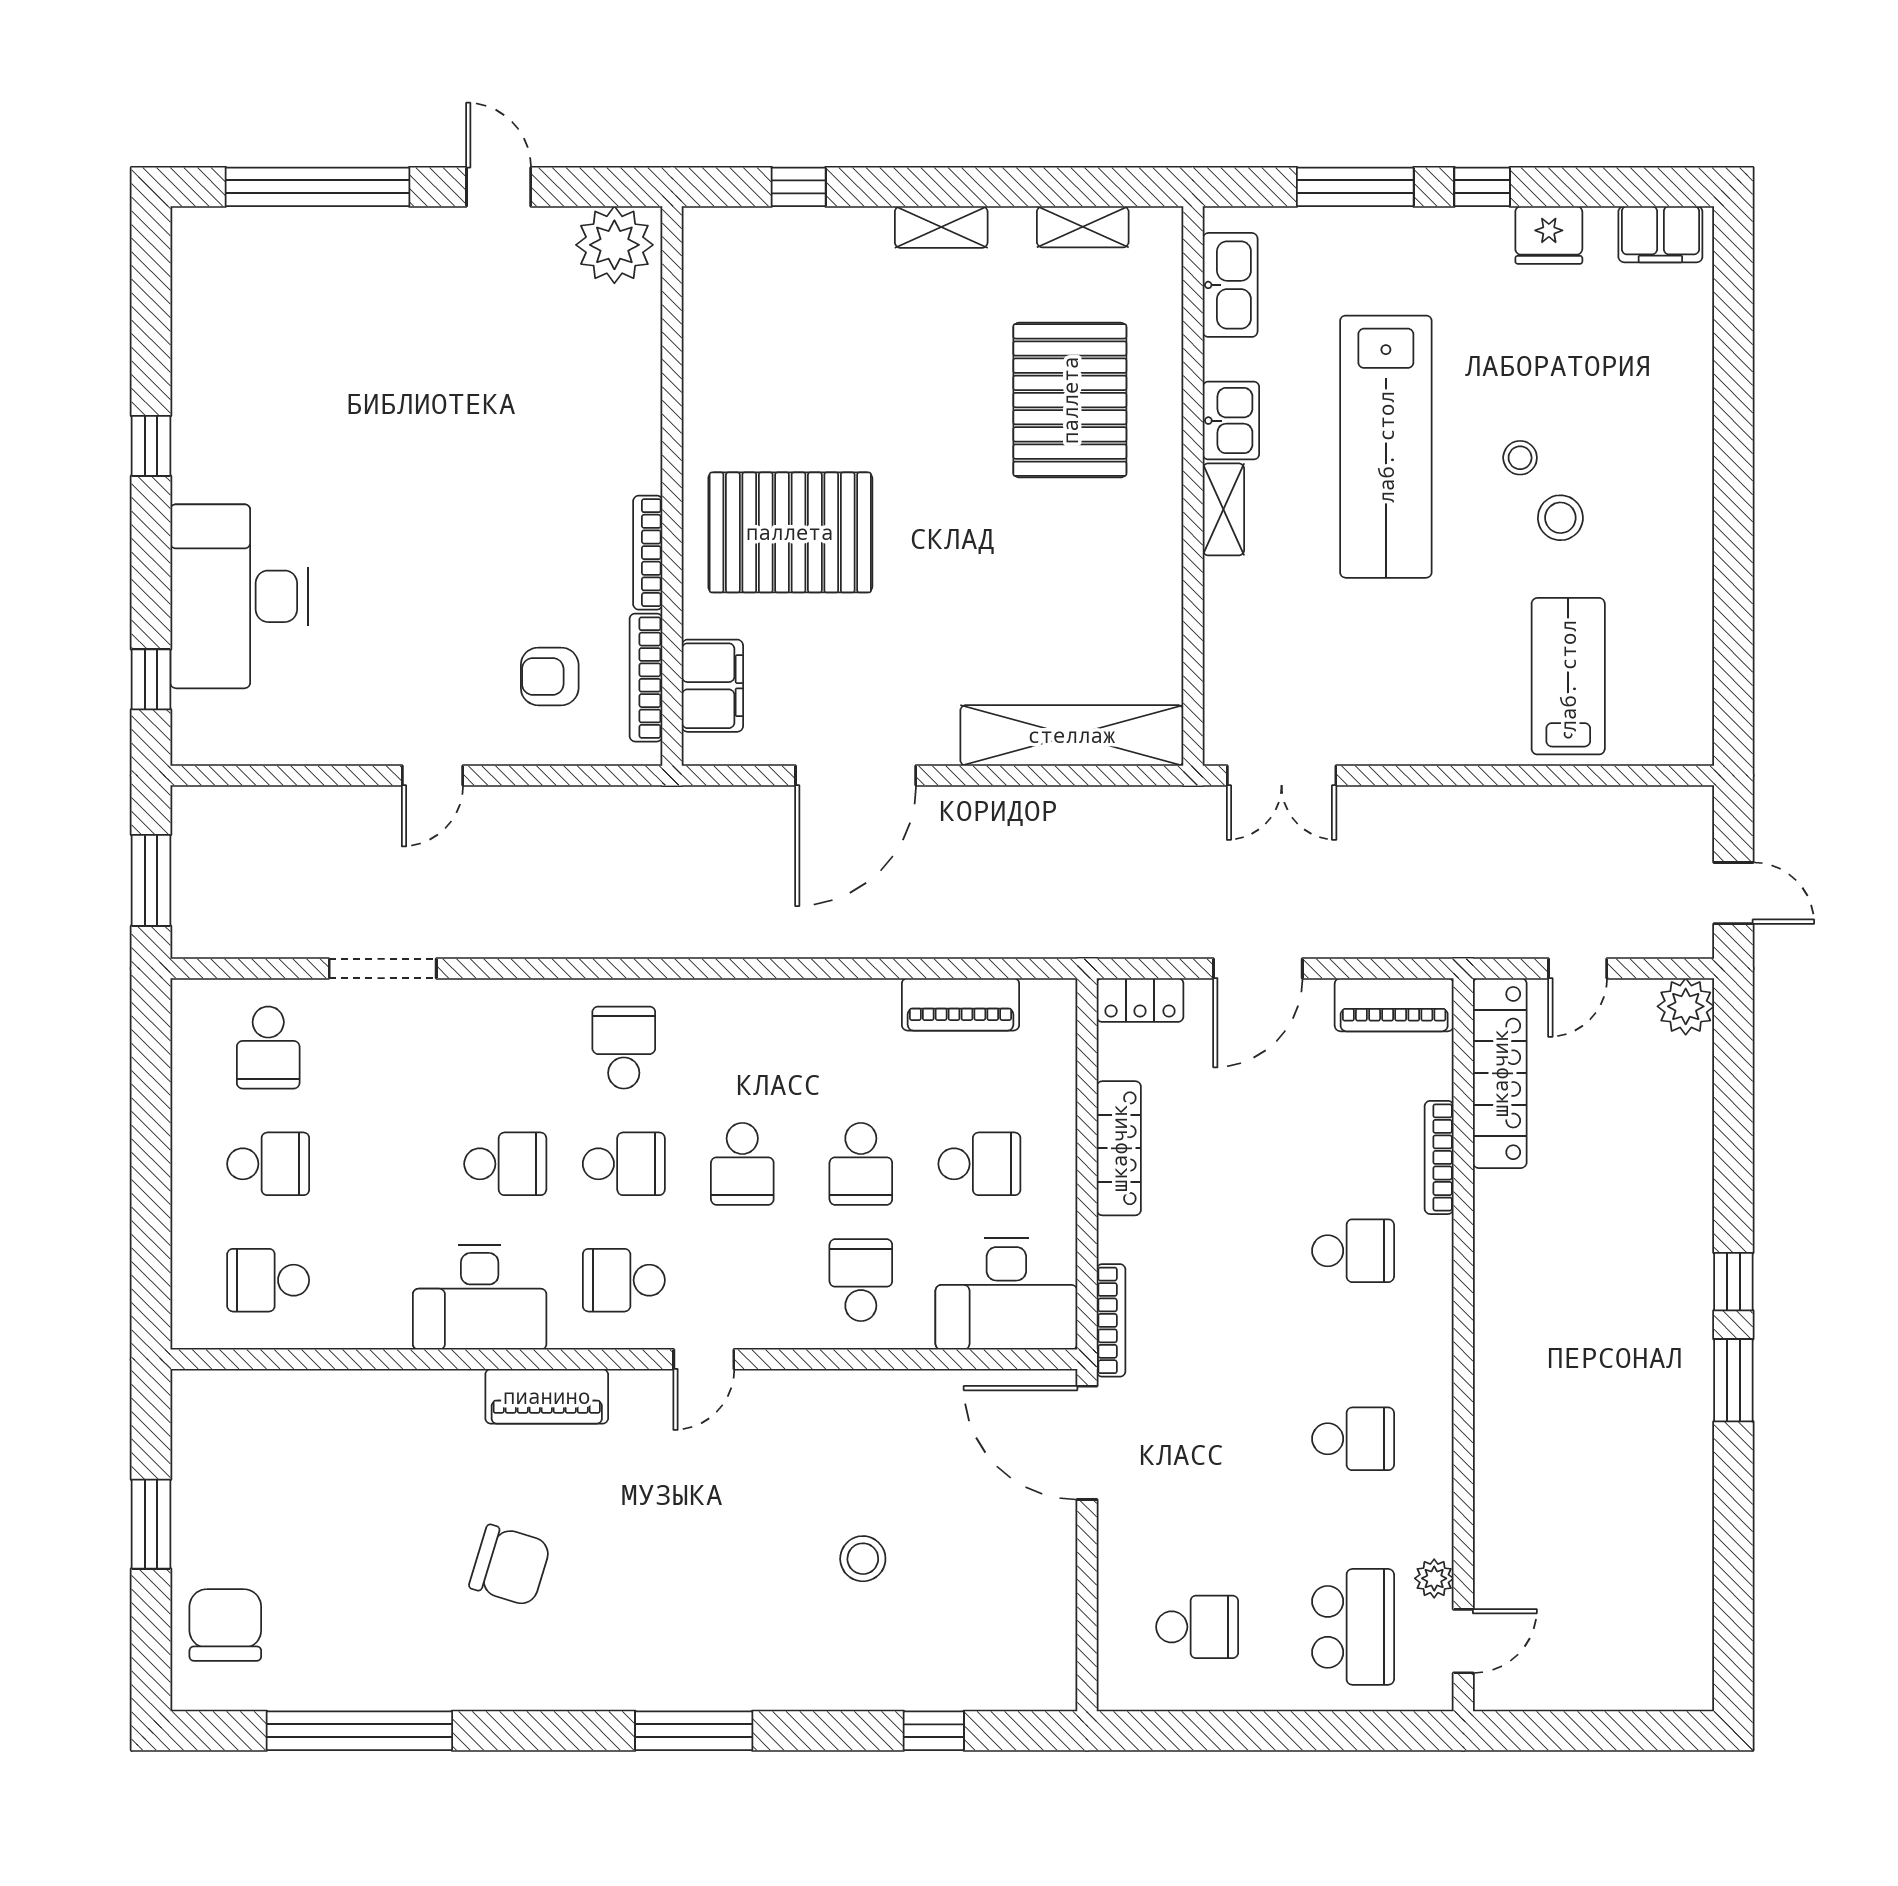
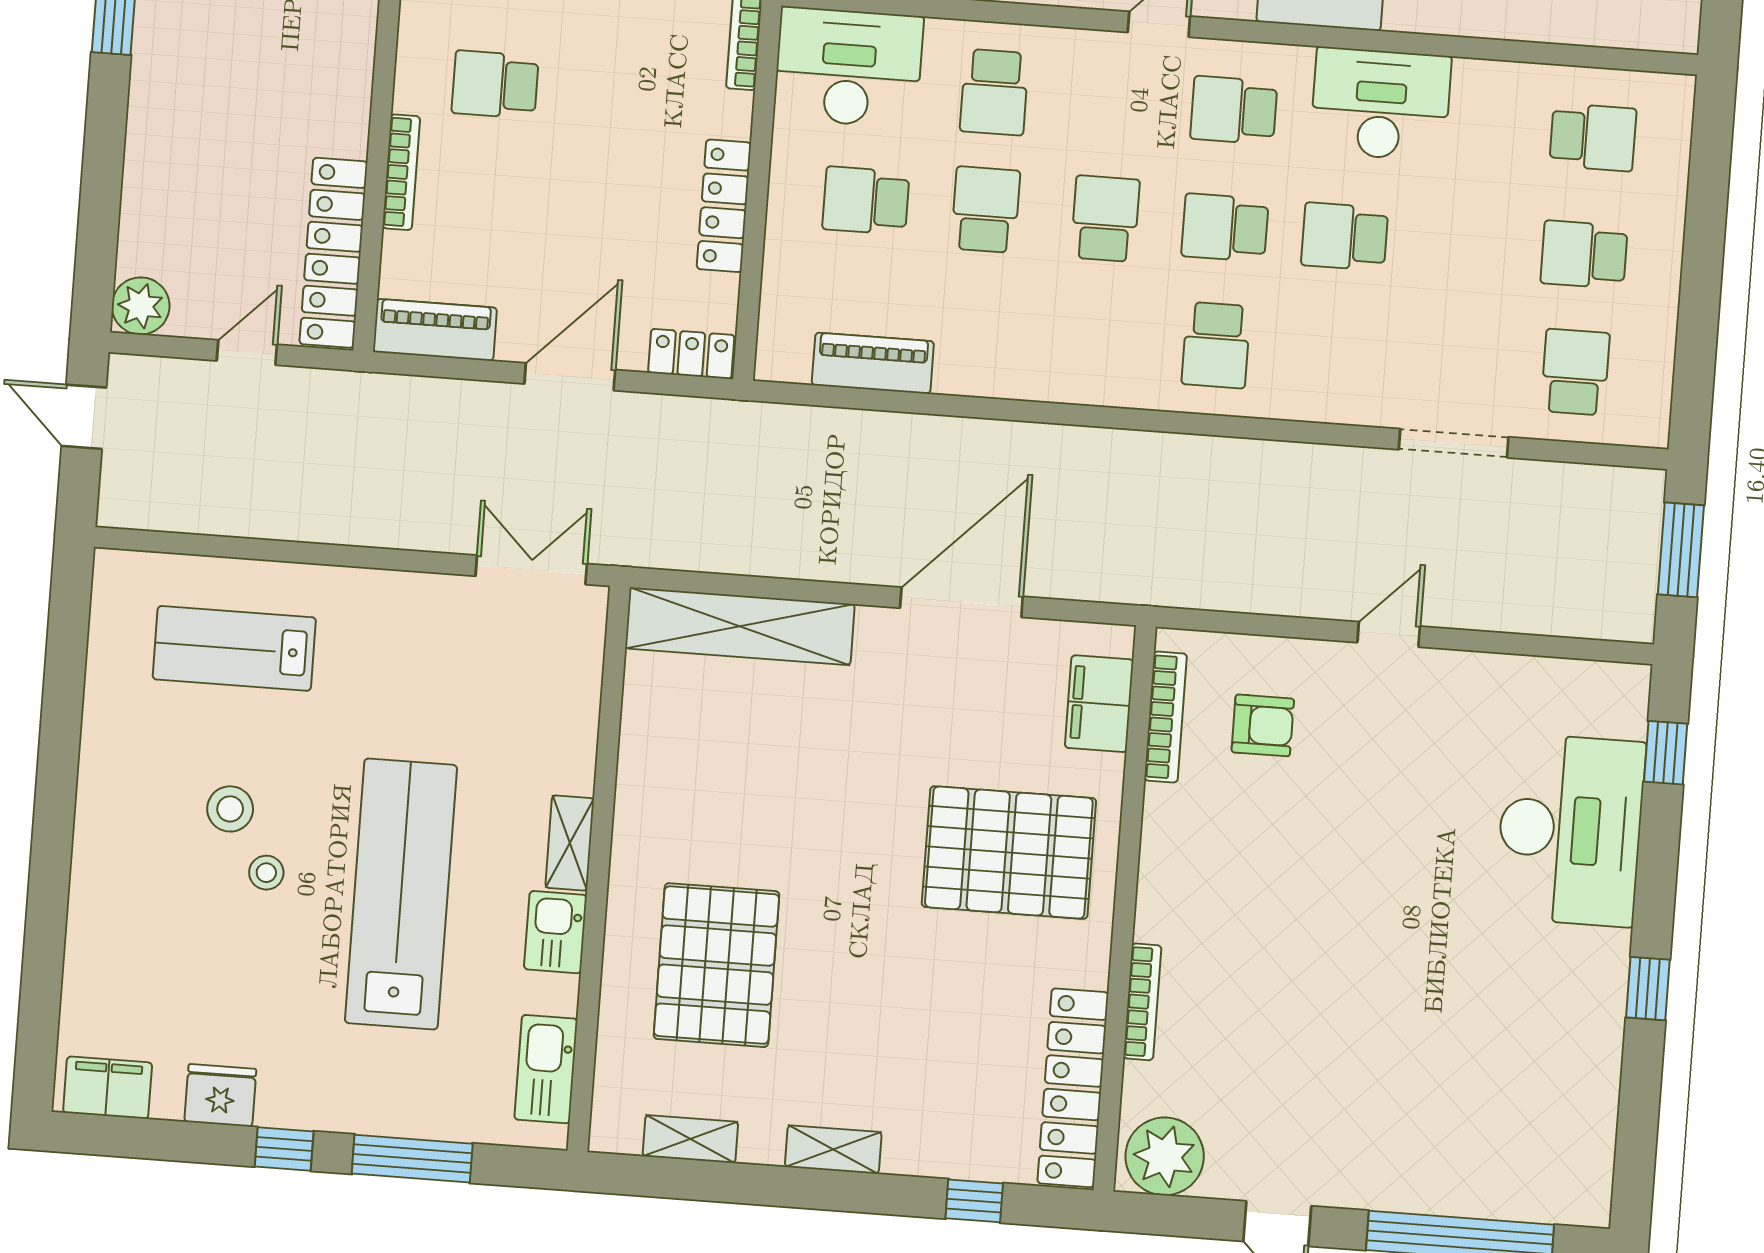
locker: (710, 306) -> (1073, 1088), added
bookcase: (648, 553) -> (1142, 1002), moved
lab bench: (1568, 676) -> (234, 648), turned 90
school desk: (624, 1280) -> (1234, 110), turned 180

